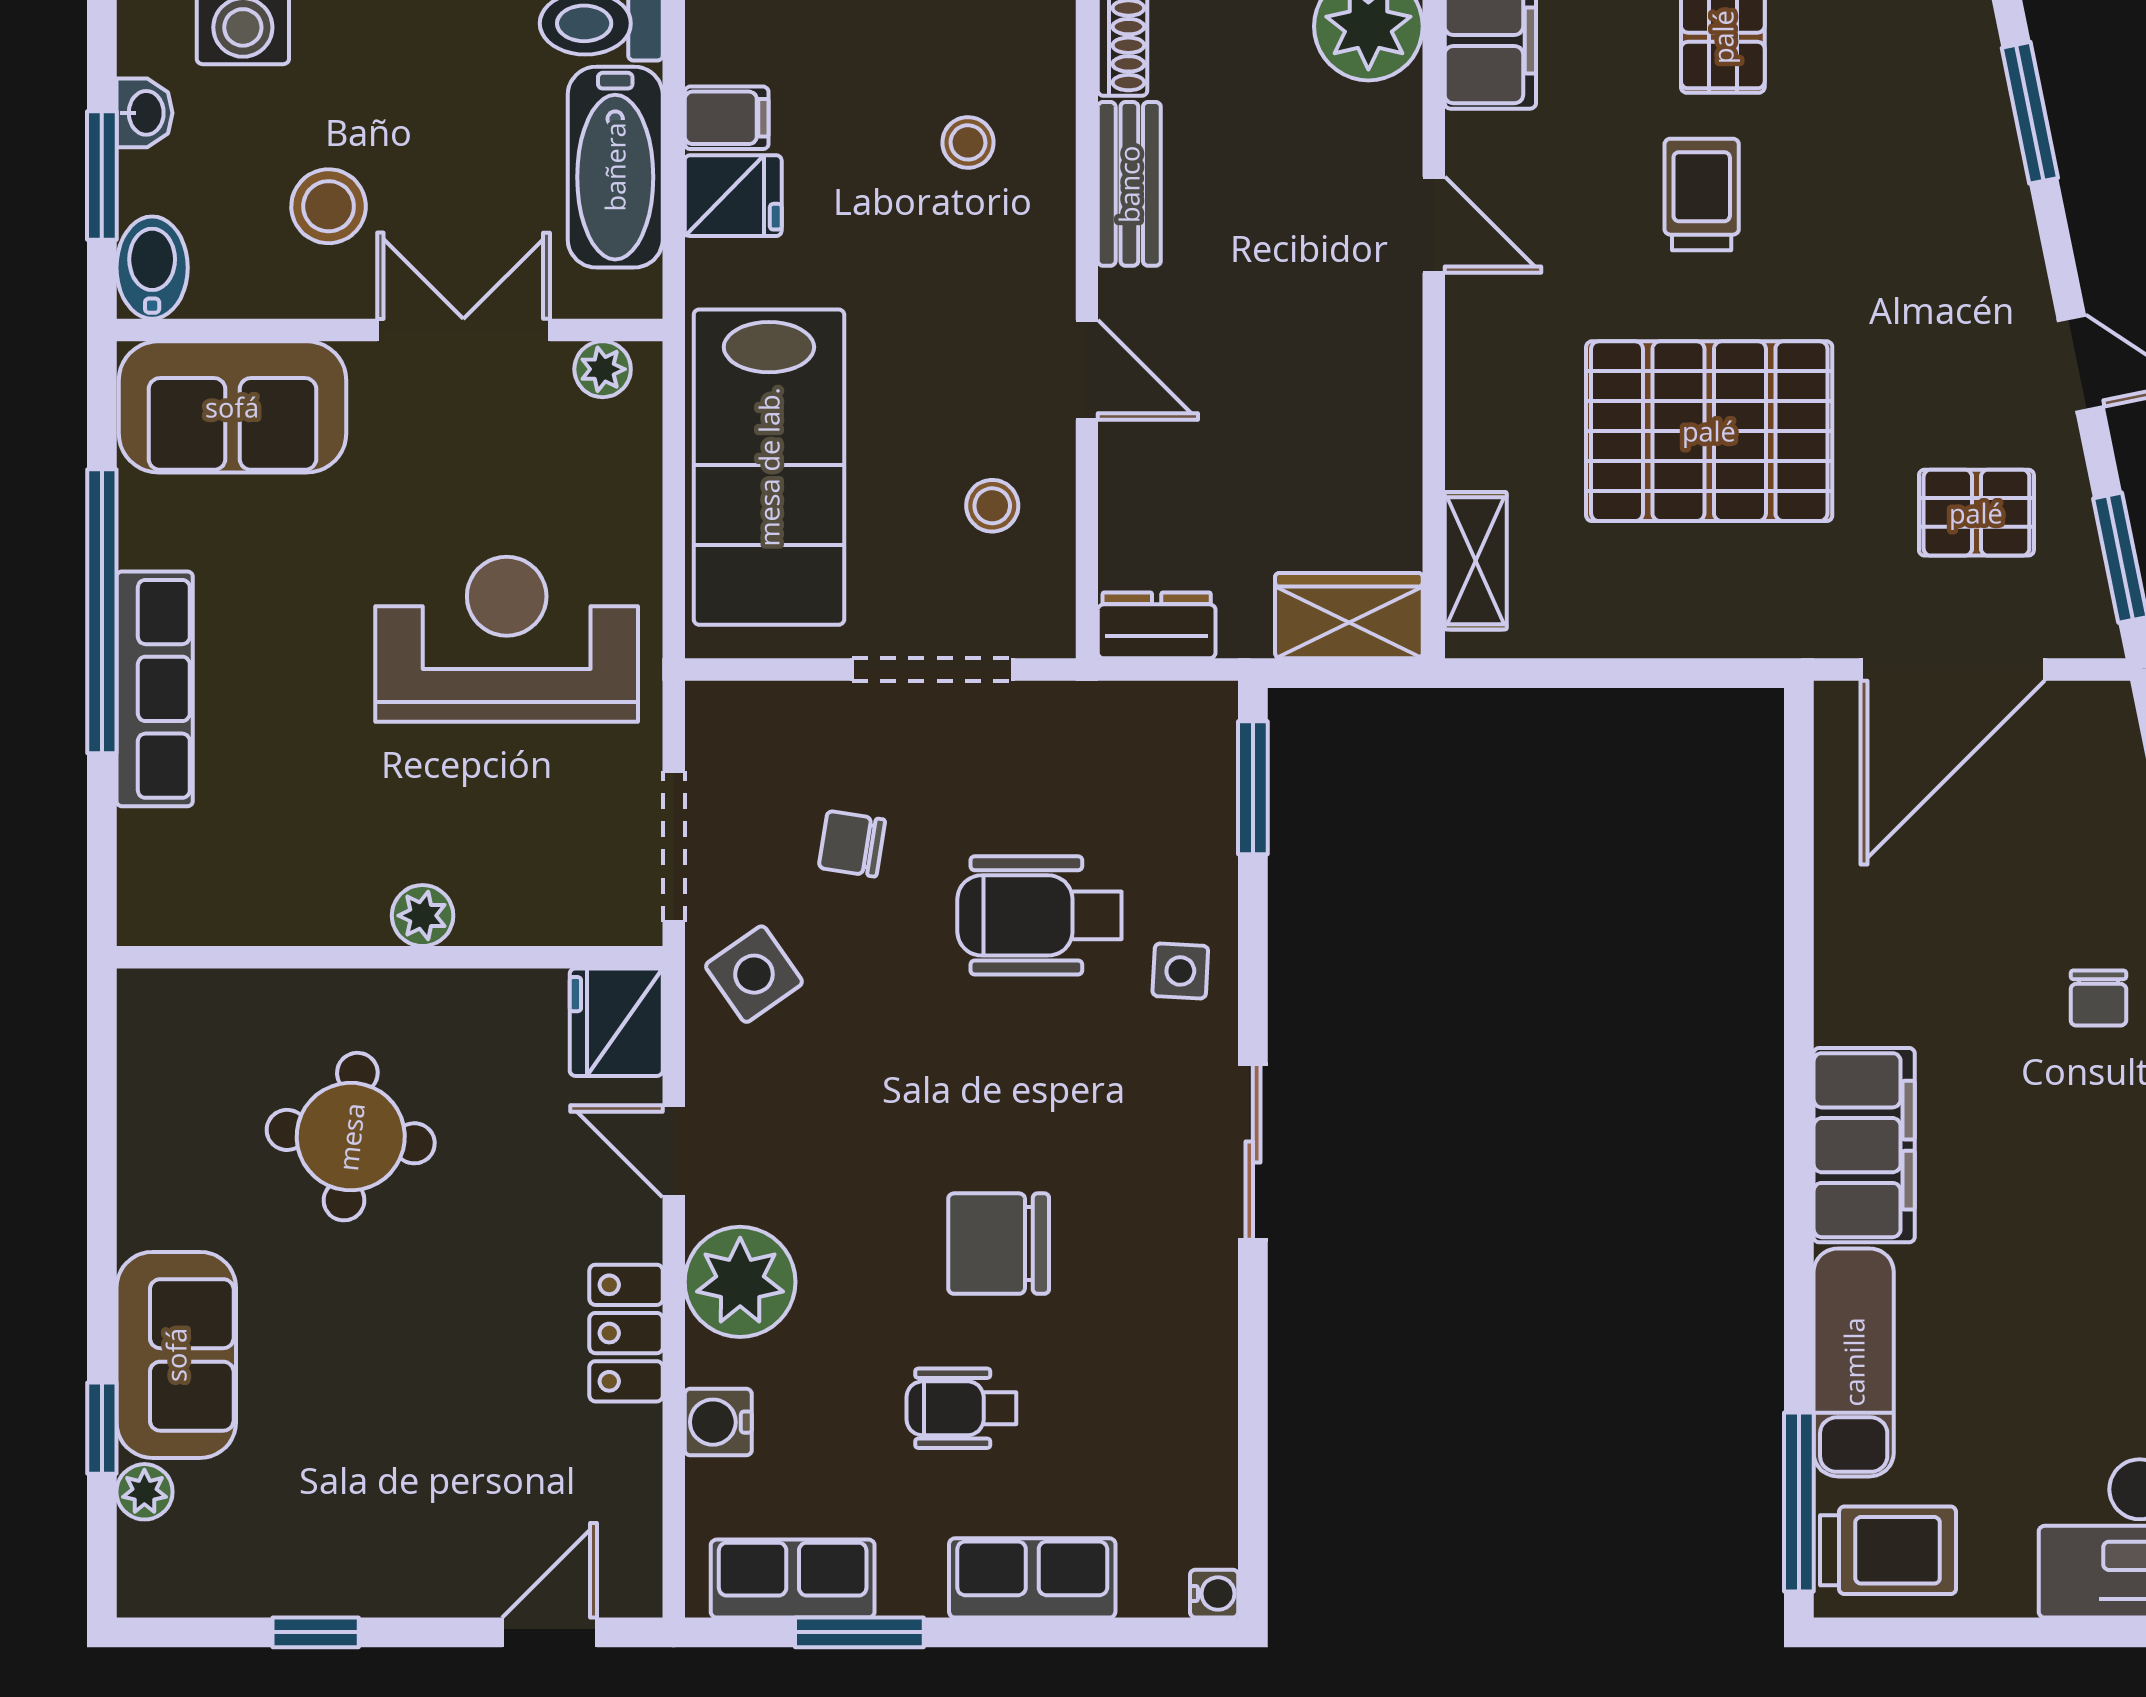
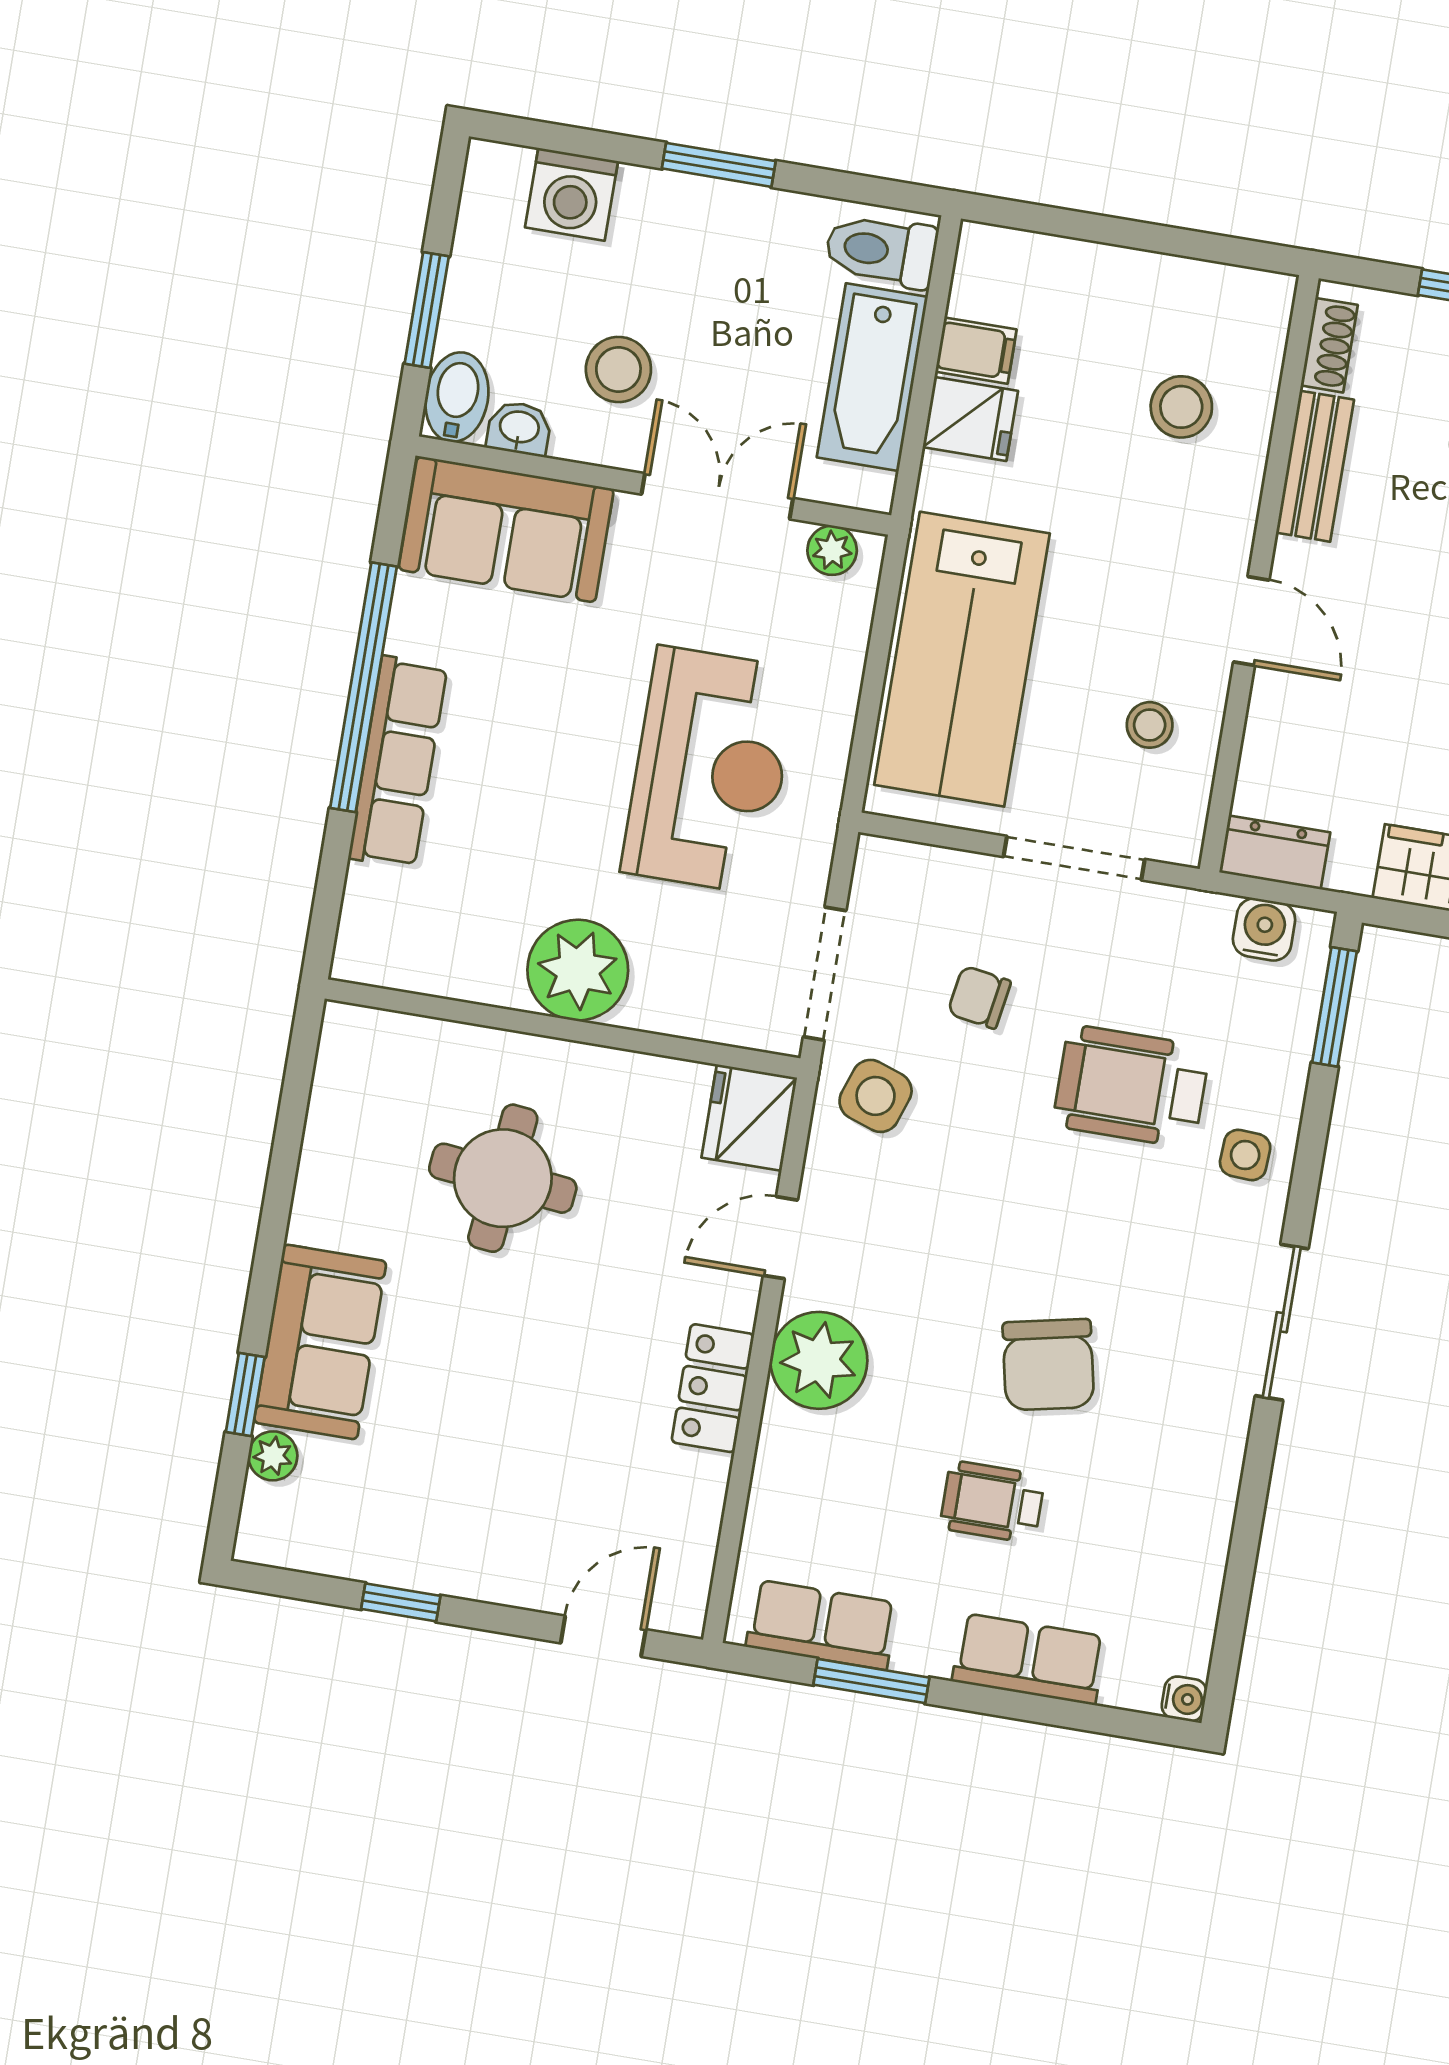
washbasin: (145, 113) -> (519, 428), moved, turned -90
stool: (968, 142) -> (1181, 407), width x1.37, depth x1.37
reception desk: (507, 639) -> (710, 770), turned 90
plant: (423, 916) -> (578, 970), width x1.87, depth x1.87
side table: (754, 974) -> (876, 1096), turned -36
door: (674, 1151) -> (780, 1238), hinge flipped
chair: (999, 1244) -> (1048, 1365), turned -102
water cooler: (718, 1422) -> (1264, 929), moved, turned 90

